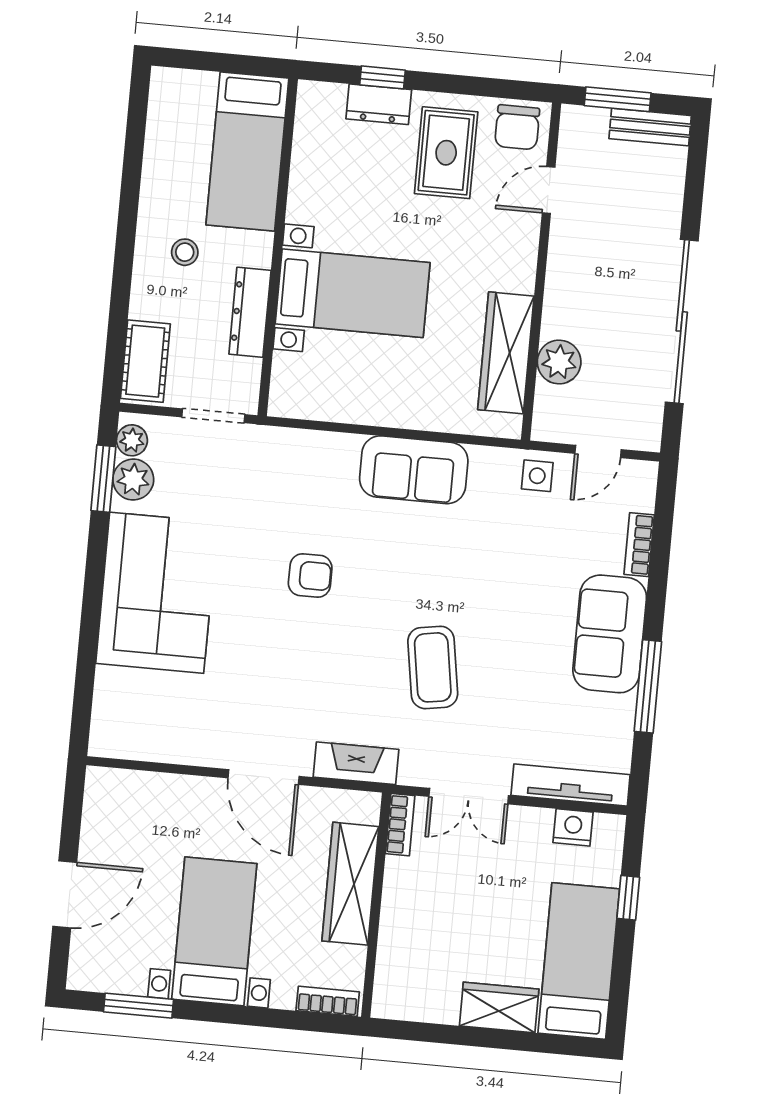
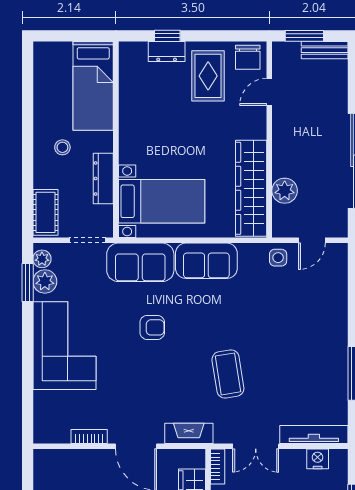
bed with nightstands: (353, 293) -> (162, 201), moved
wardrobe: (506, 353) -> (251, 188), width x1.40, depth x1.17
bookcase: (639, 545) -> (89, 437), moved, turned 90
sofa: (610, 634) -> (140, 262), moved, turned -90

